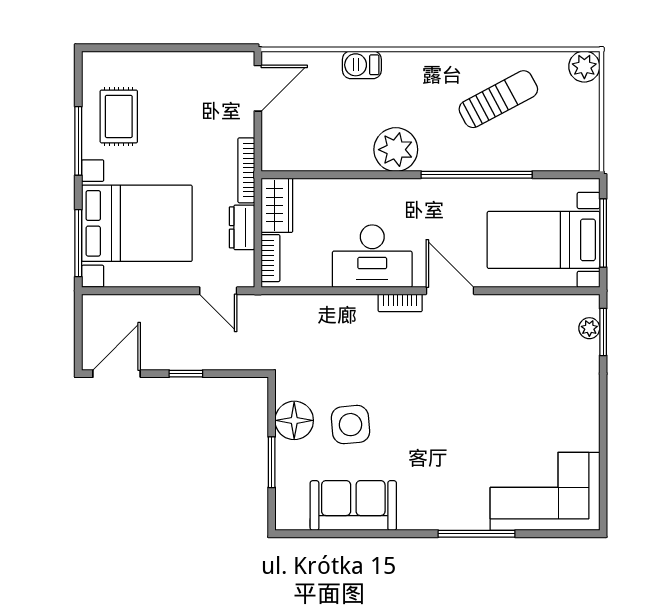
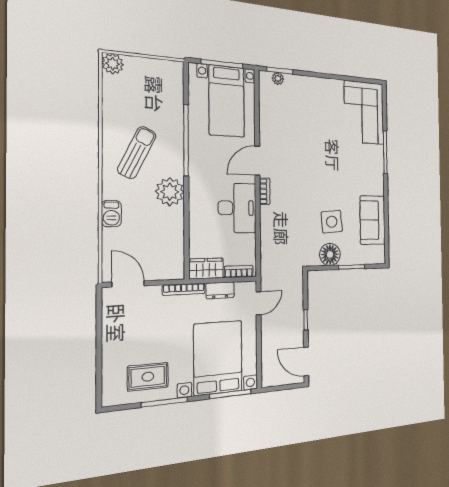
sun lounger: (498, 99) -> (137, 152), moved, turned 54

